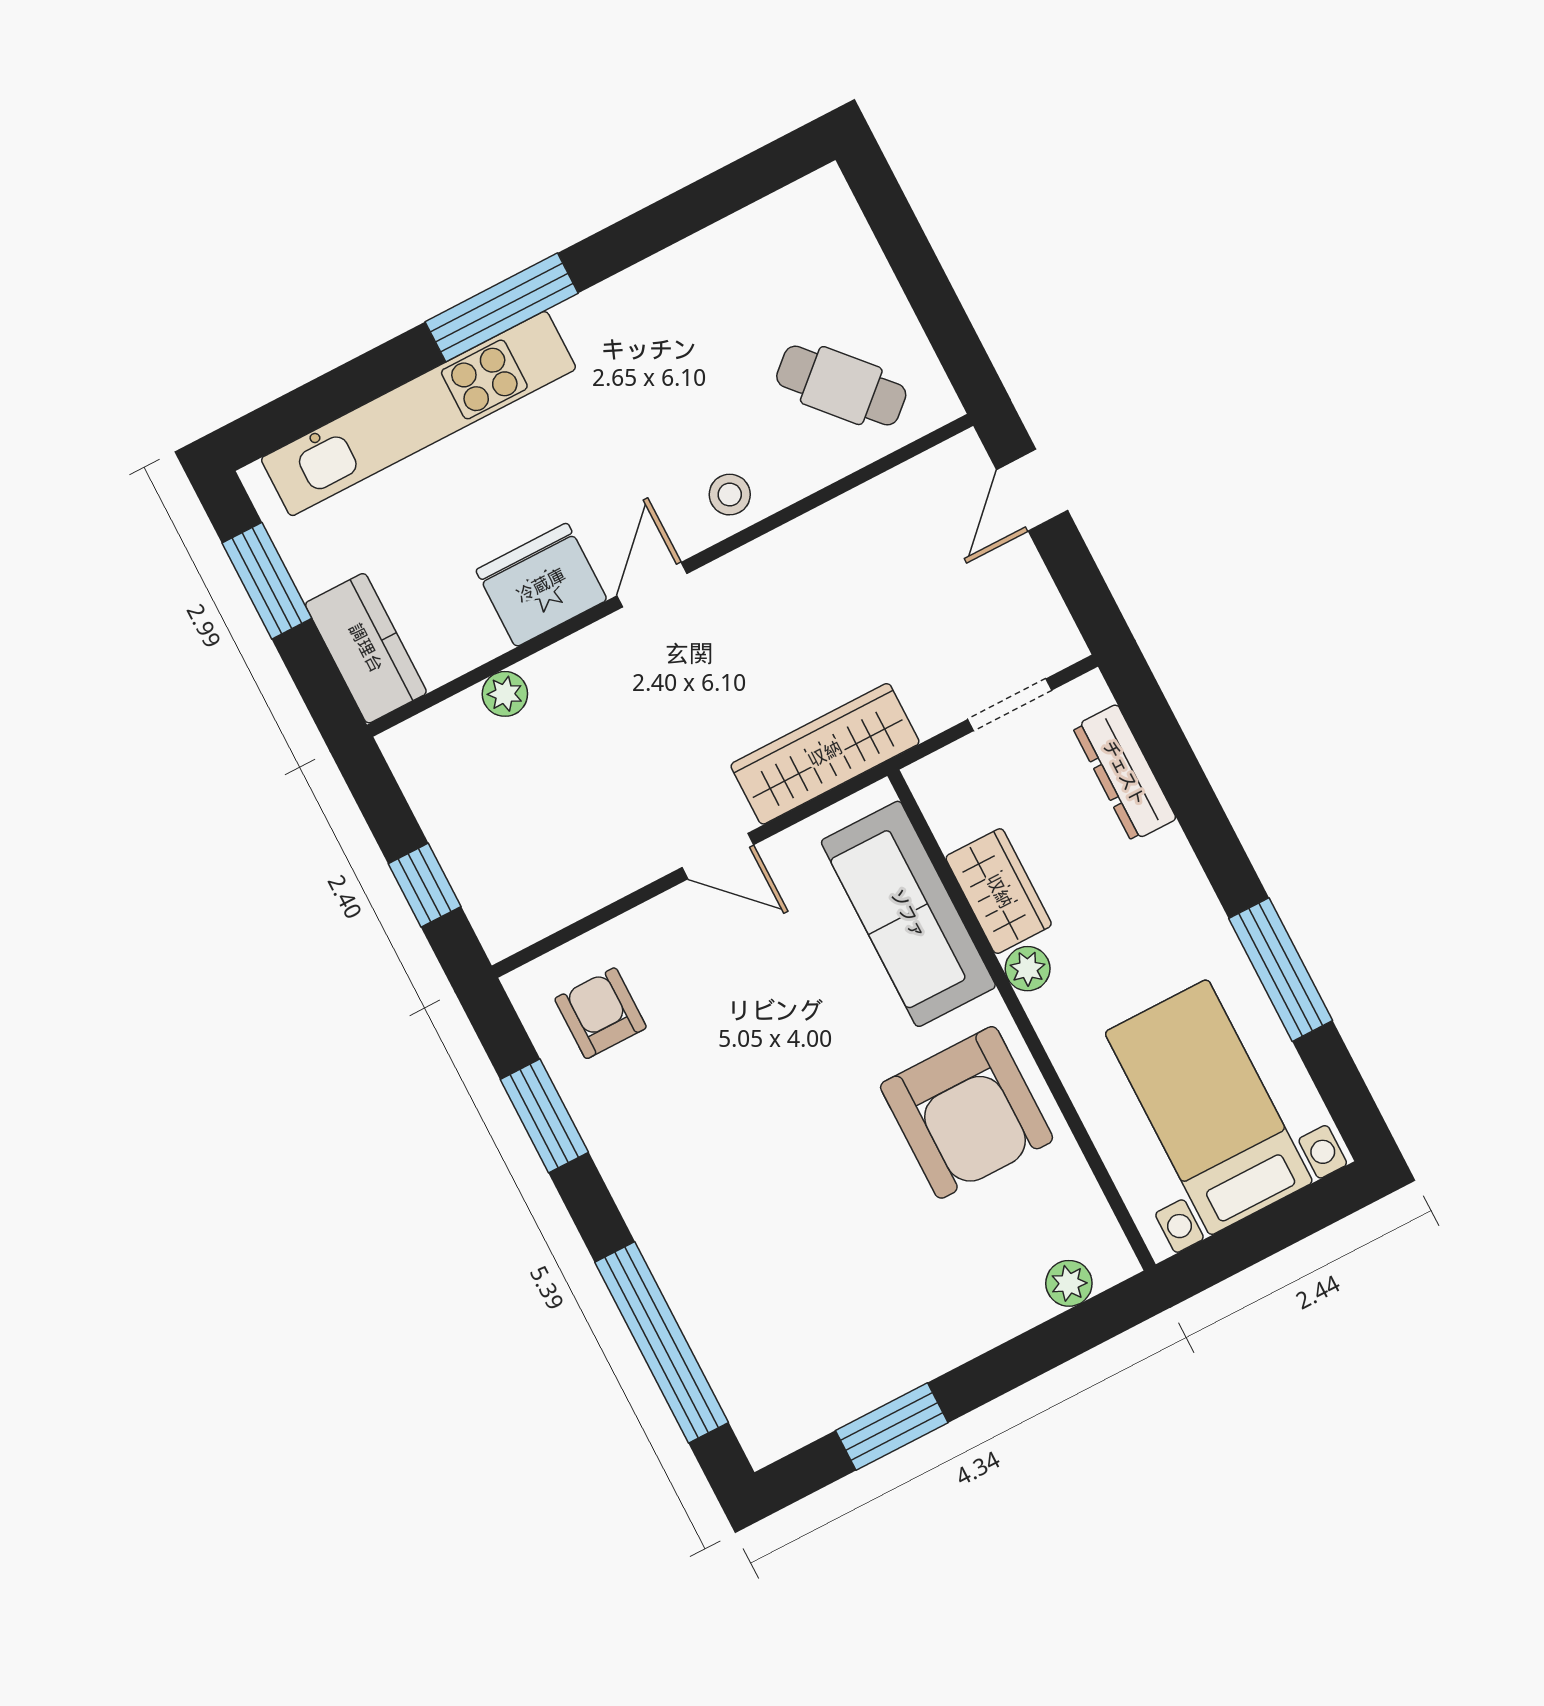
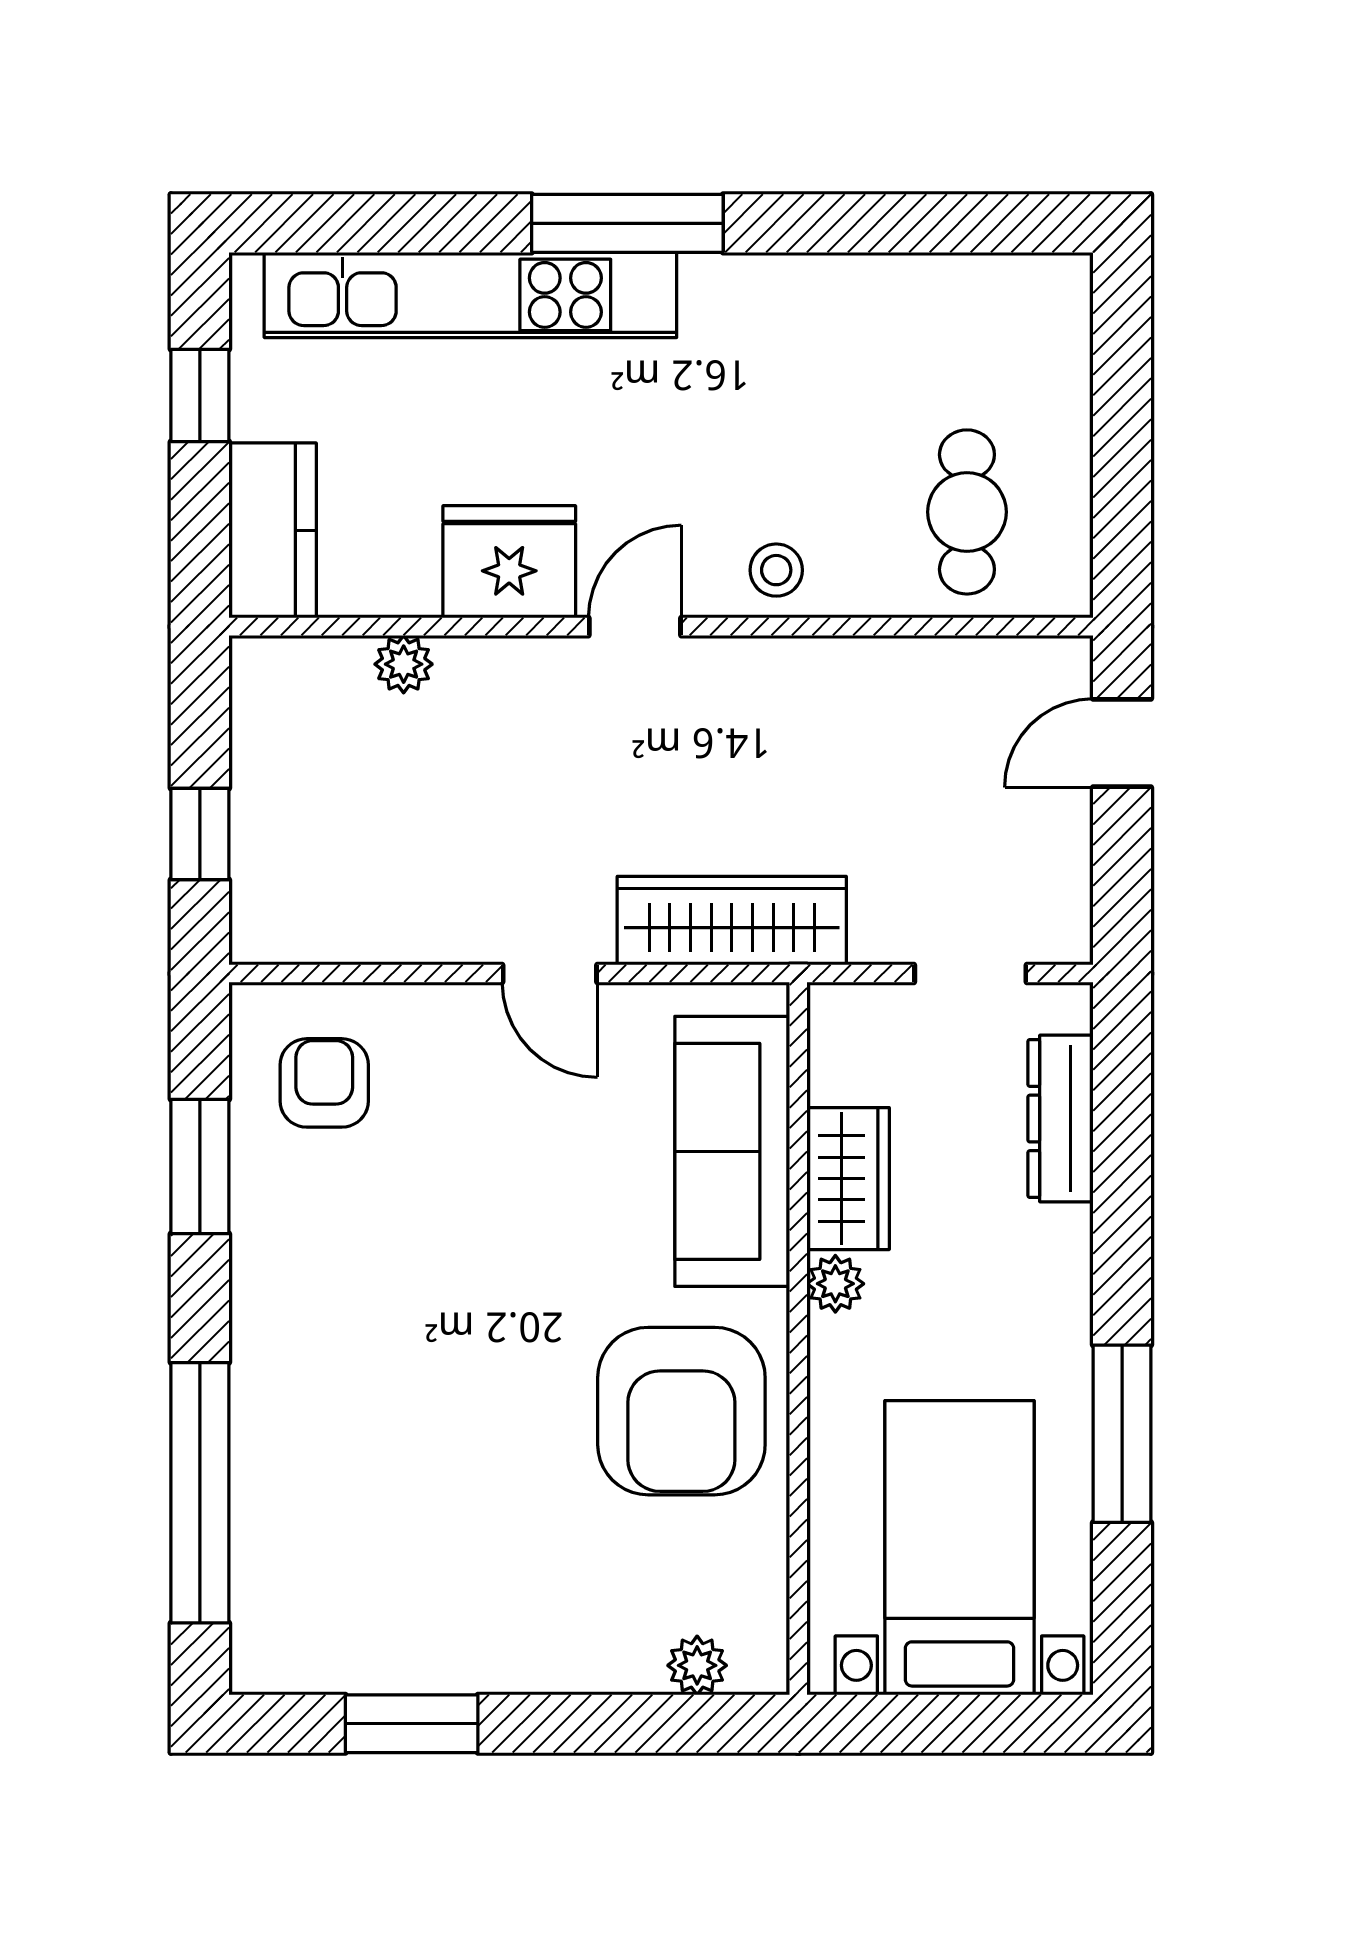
cafe table: (841, 386) -> (967, 512), turned 42
window: (267, 581) -> (200, 395), width x0.67

